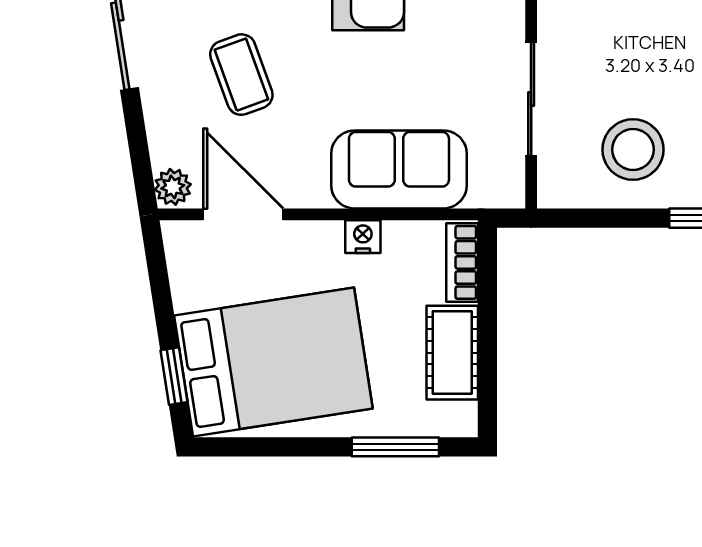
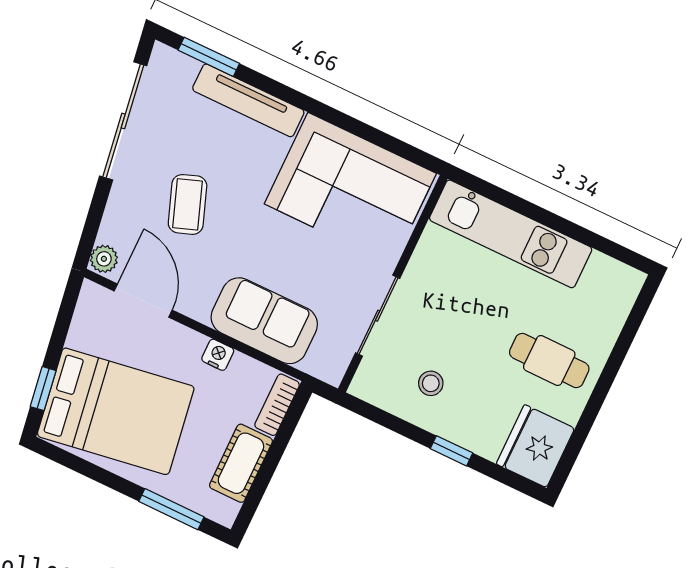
stool: (633, 150) -> (431, 383), width x0.53, depth x0.53

